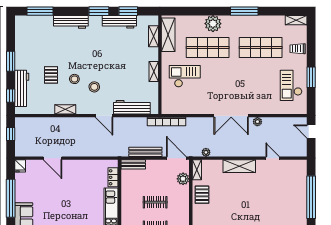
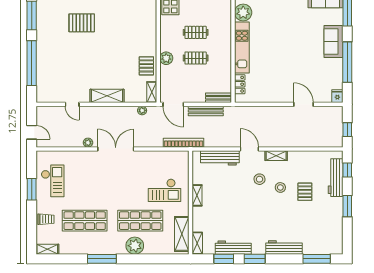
shelving: (154, 36) -> (197, 243), moved
shelving: (65, 109) -> (276, 156), moved
plant: (183, 179) -> (166, 58), moved

